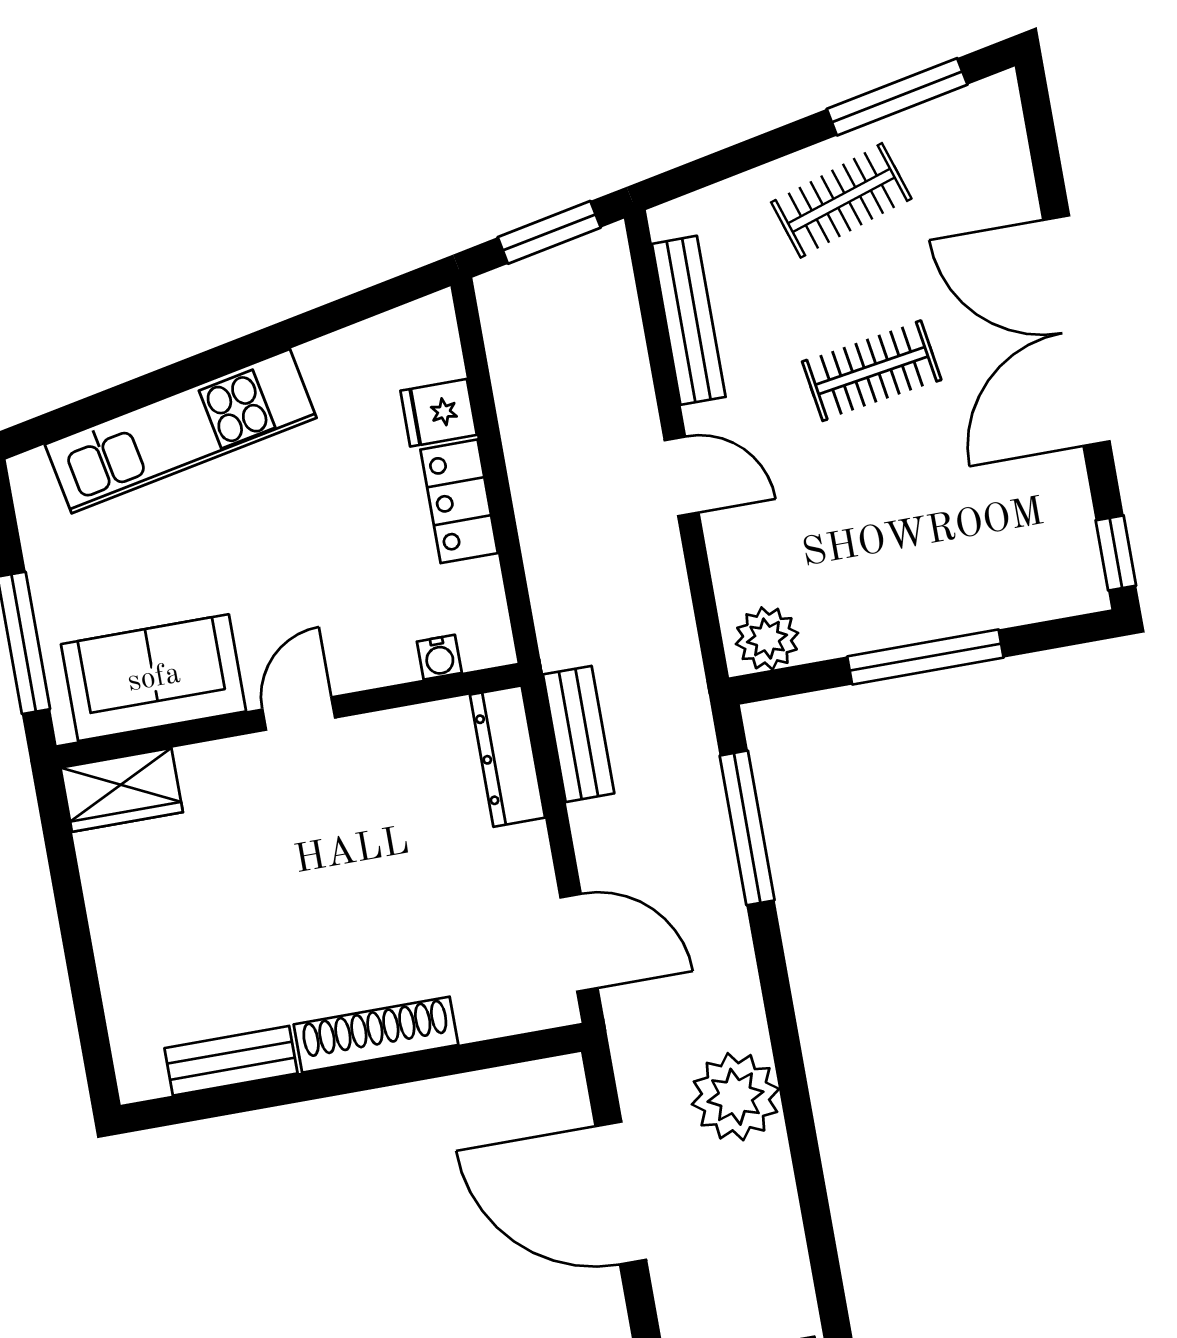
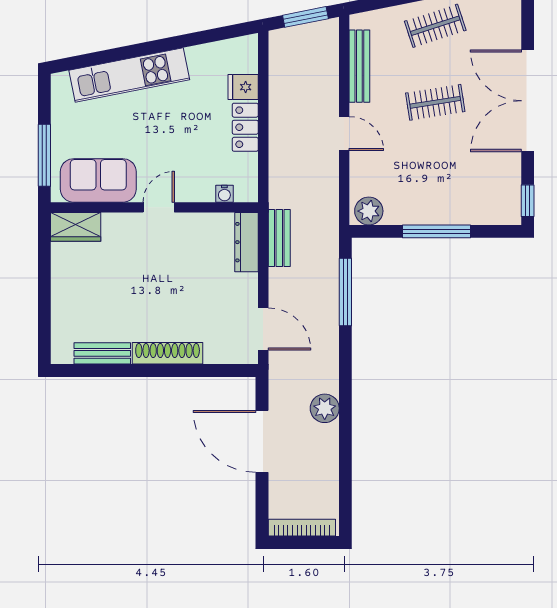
plant: (735, 1097) -> (325, 408), width x0.73, depth x0.73

